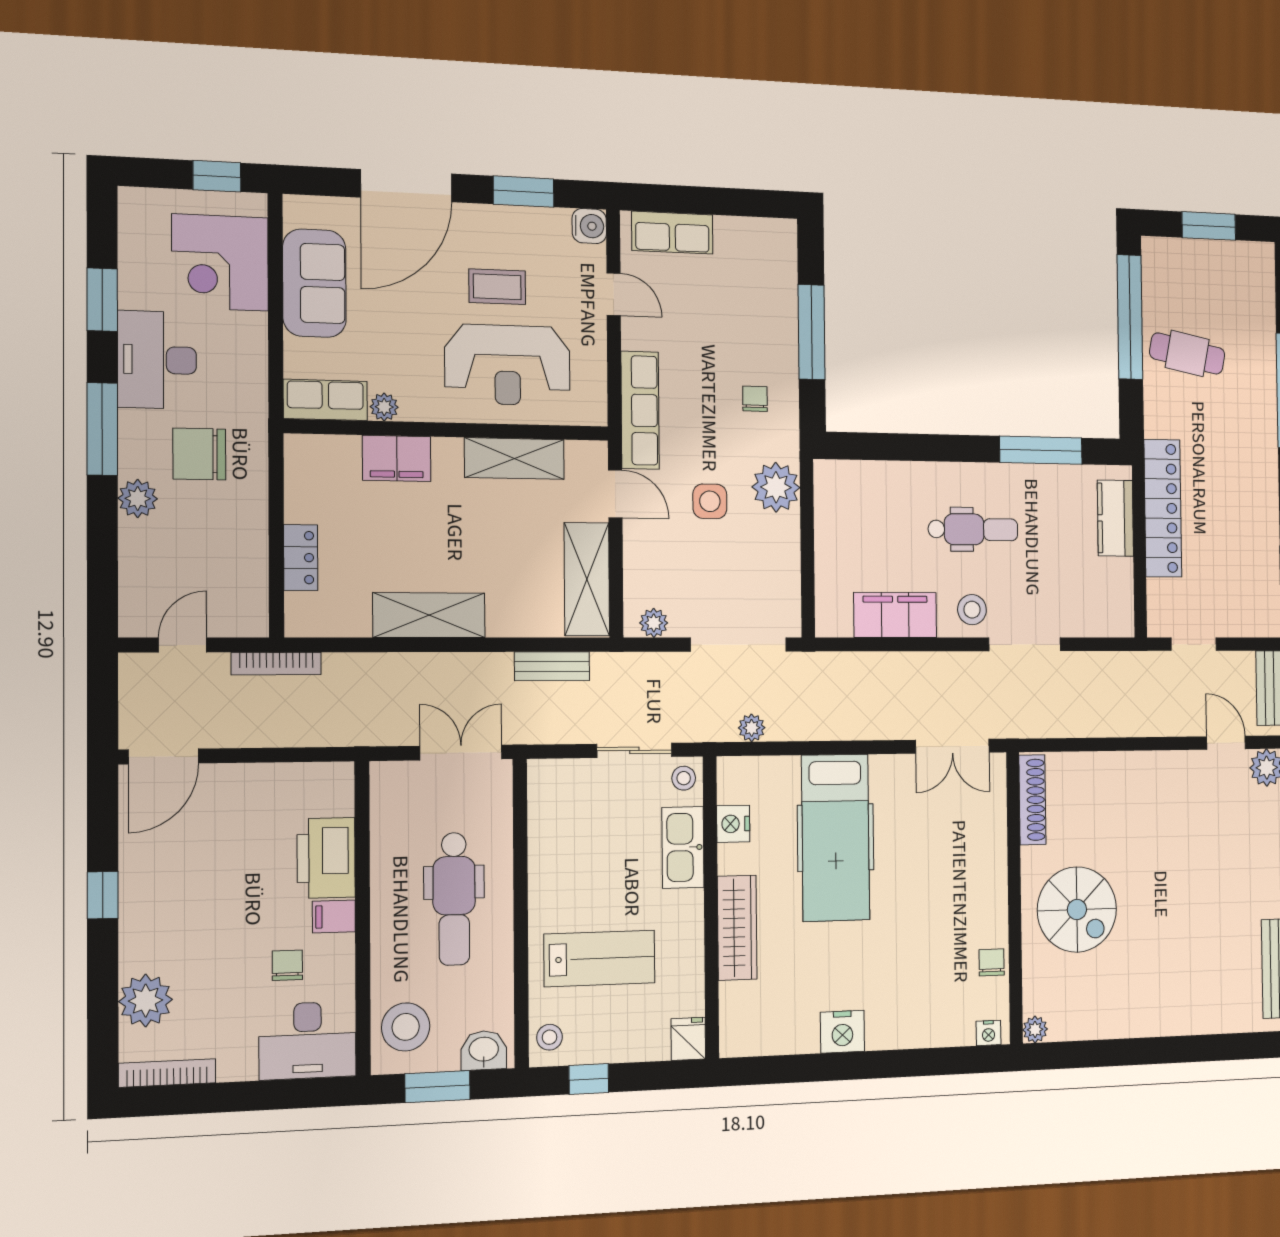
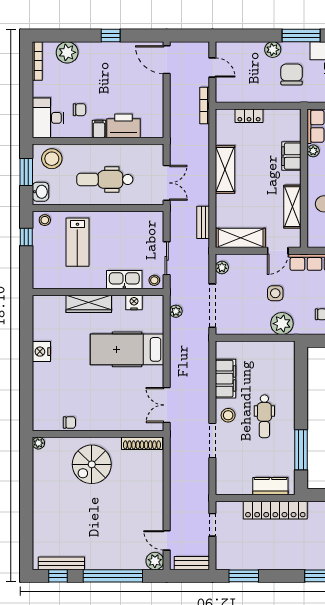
door: (1226, 743) -> (167, 540), swing flipped
nightstand: (989, 1033) -> (38, 421), removed
fridge: (688, 1039) -> (41, 281), removed

